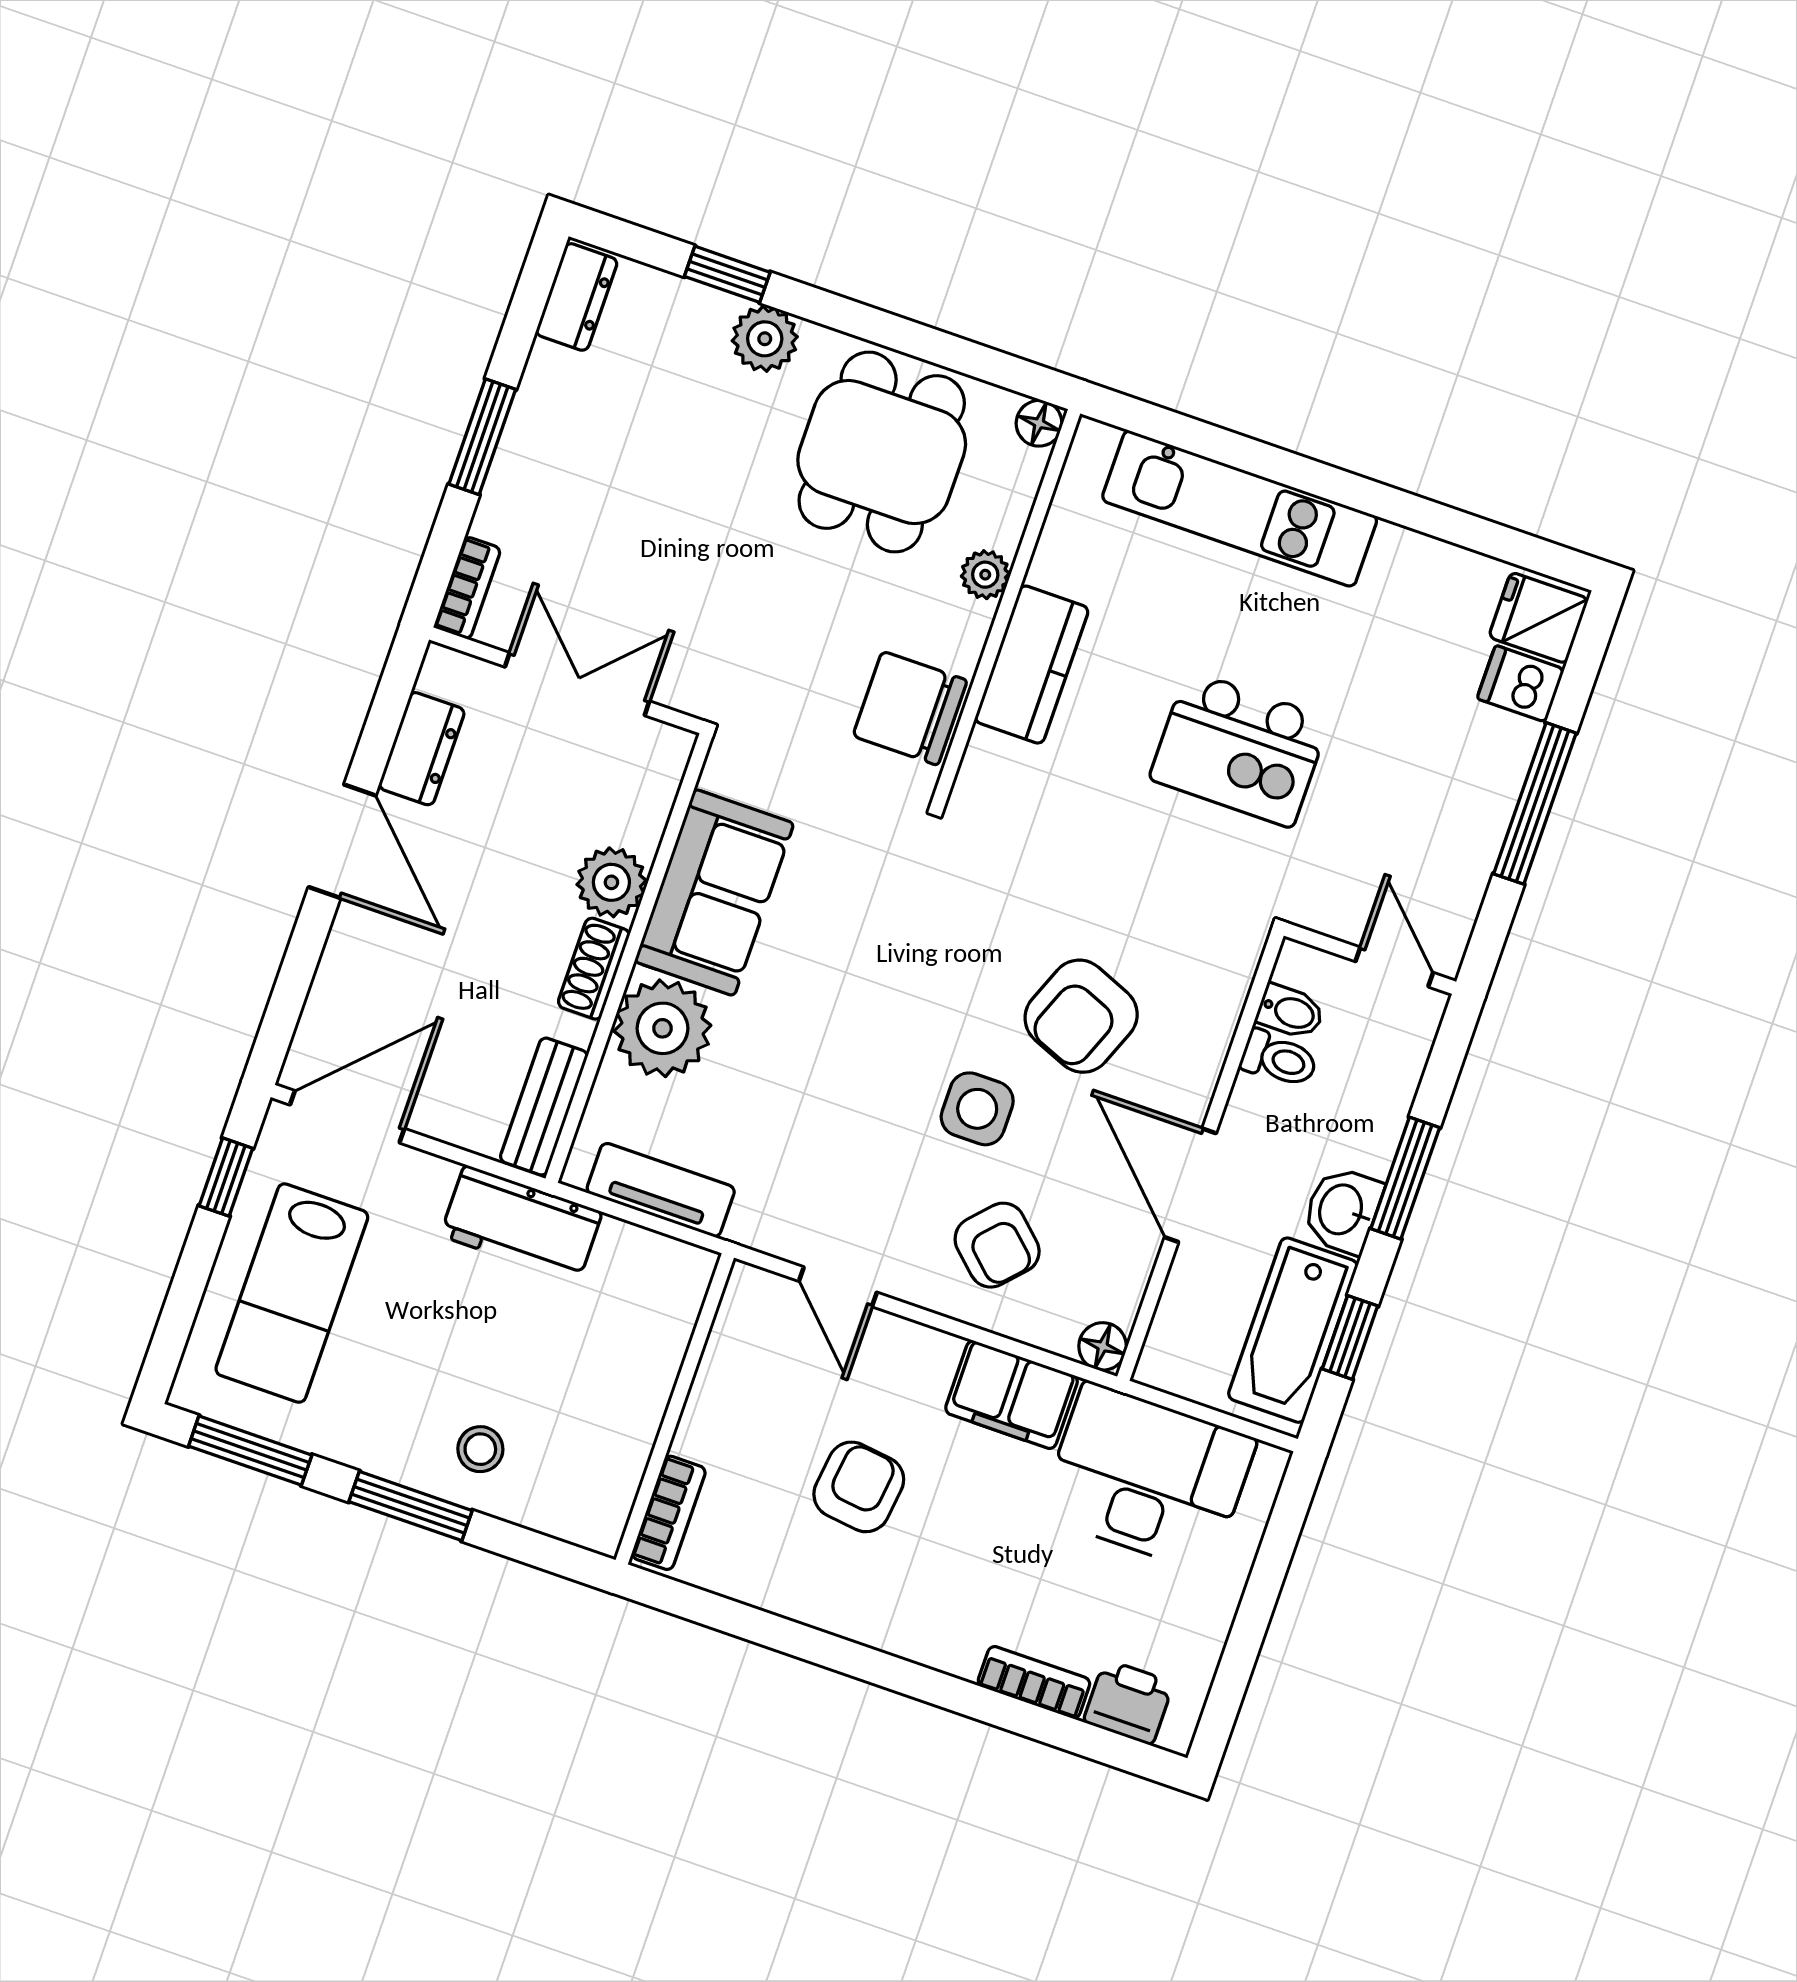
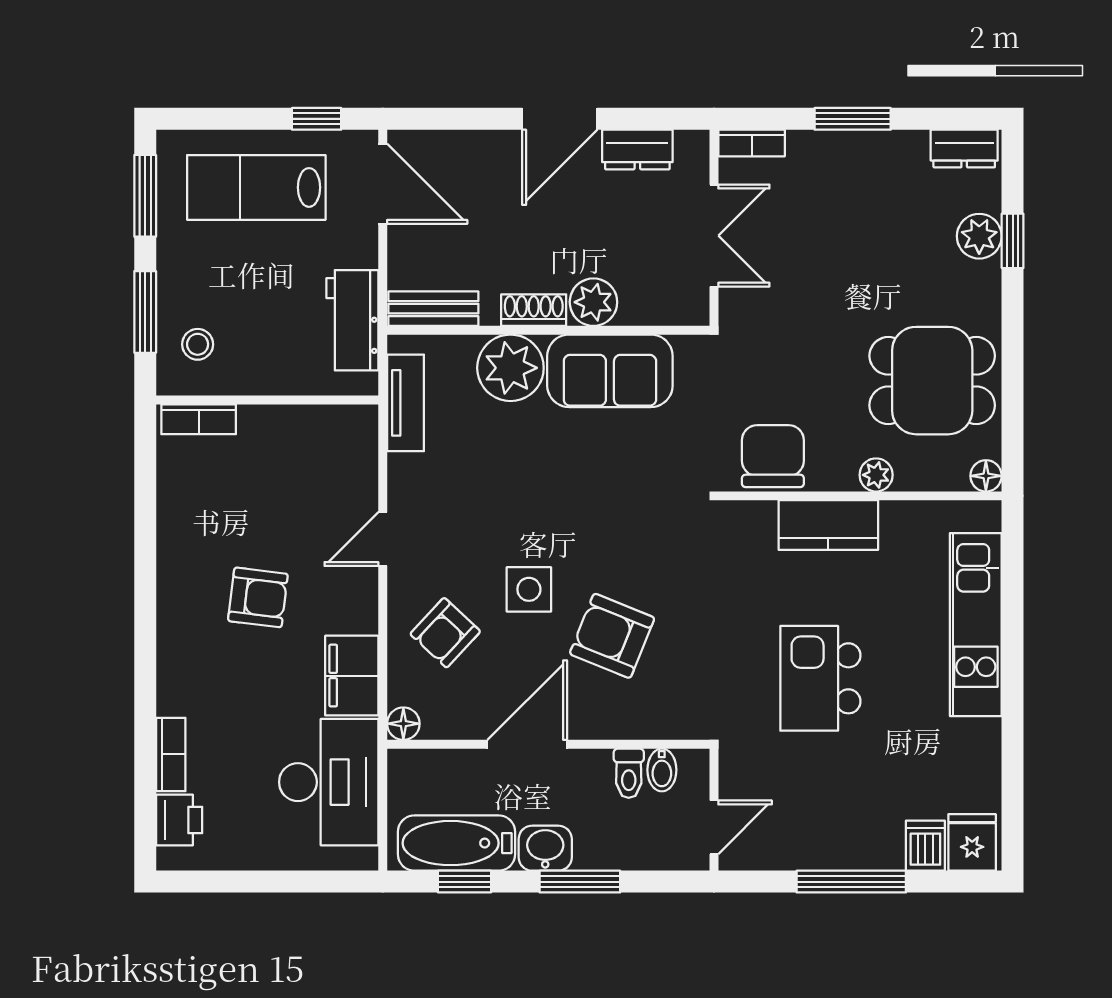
plant: (765, 339) -> (979, 236), moved
wall: (675, 1409) -> (267, 400), moved
bookcase: (669, 1513) -> (199, 419), moved

